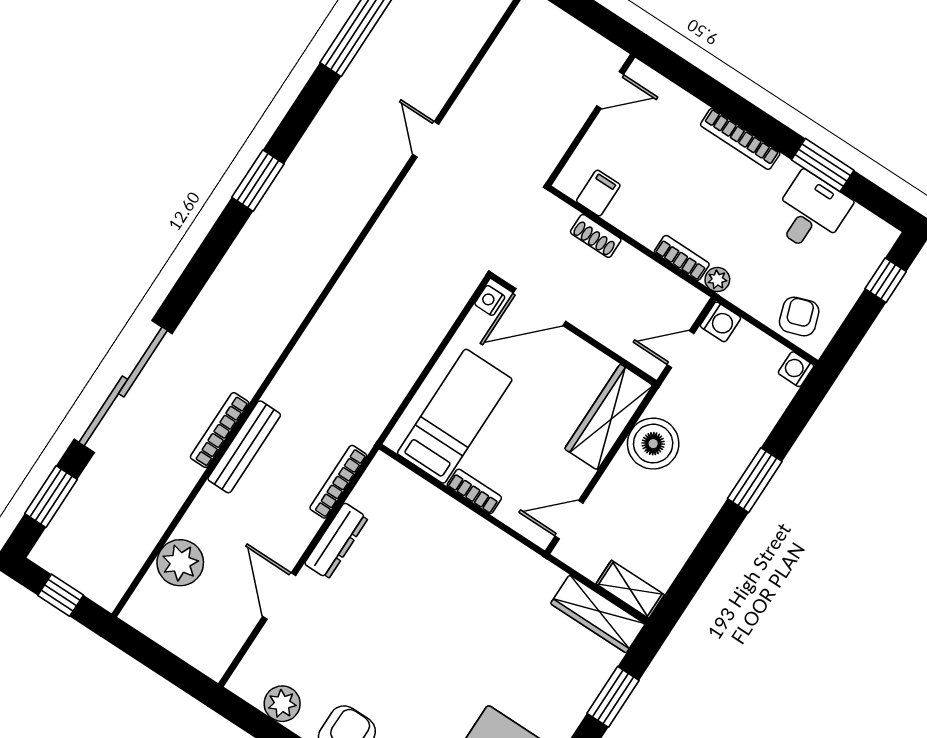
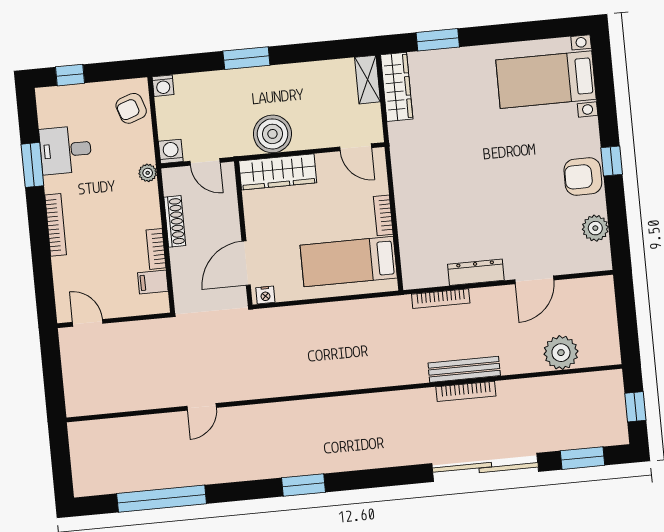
shoe rack: (596, 236) -> (175, 221), moved, width x1.43
bookcase: (682, 258) -> (156, 249), moved
door: (539, 307) -> (246, 263), swing flipped

